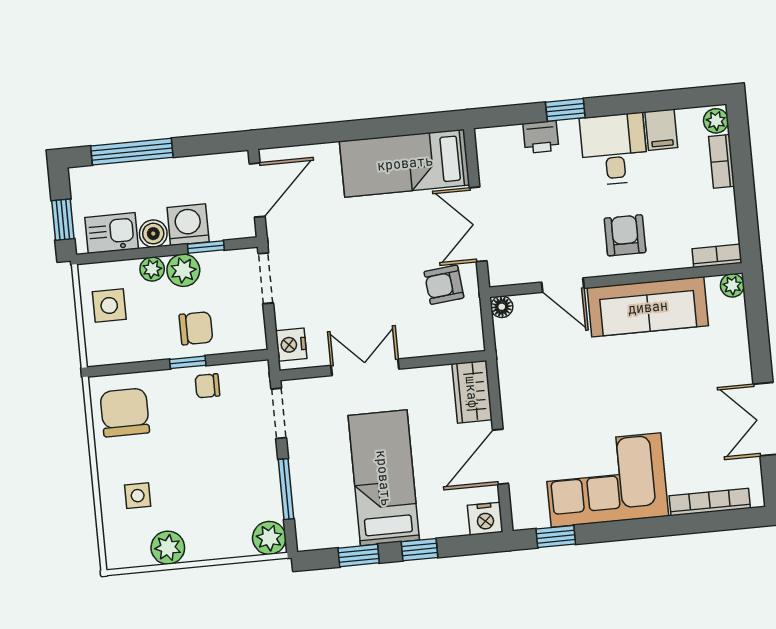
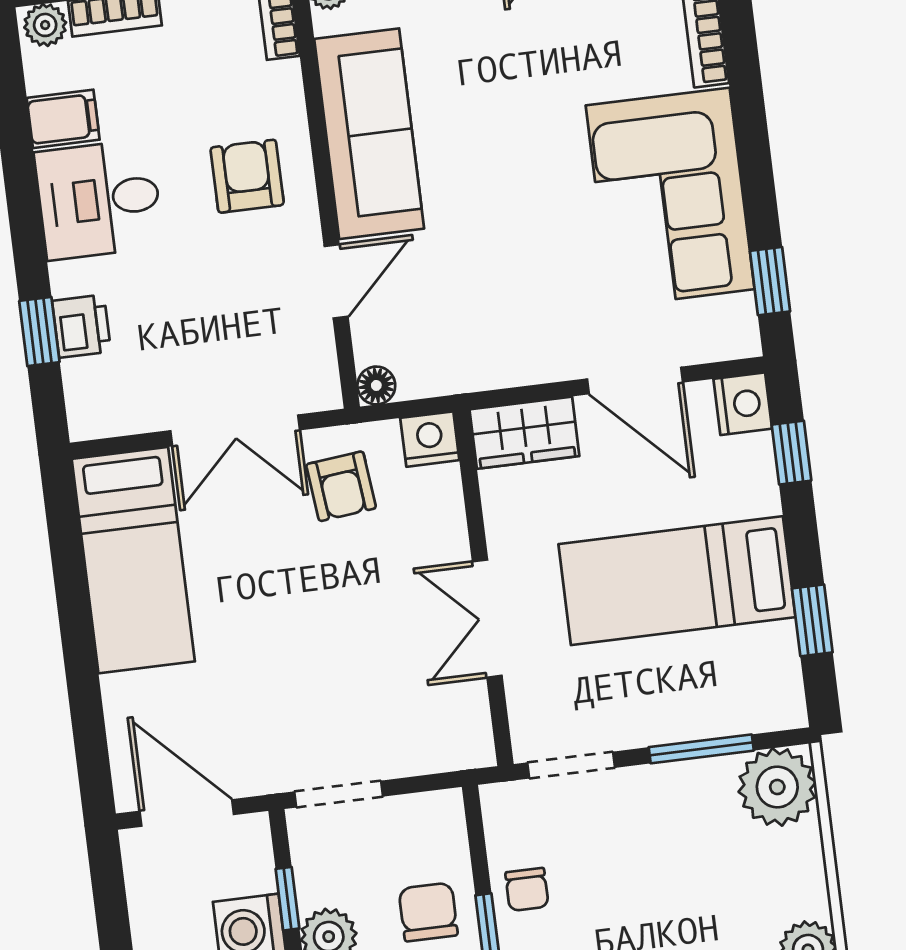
window: (565, 110) -> (39, 332), moved
armchair: (625, 235) -> (247, 176), turned 90
nightstand: (291, 345) -> (430, 439), moved, turned 180
plant: (269, 538) -> (777, 787), width x1.36, depth x1.36
window: (420, 550) -> (791, 453), moved

